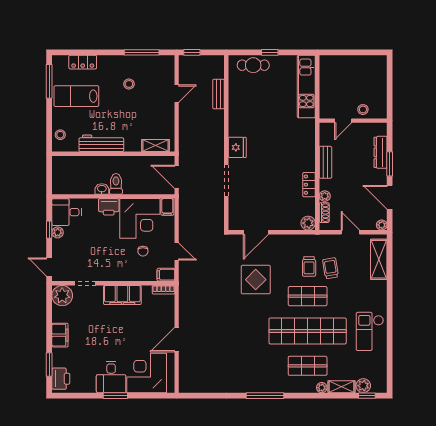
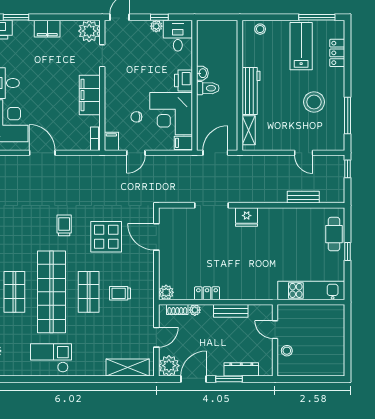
stool: (129, 84) -> (314, 102), width x1.89, depth x1.89
workbench: (101, 143) -> (251, 91), moved
plant: (382, 225) -> (169, 366), width x1.87, depth x1.87
trolley: (331, 268) -> (64, 225), moved, turned -81

